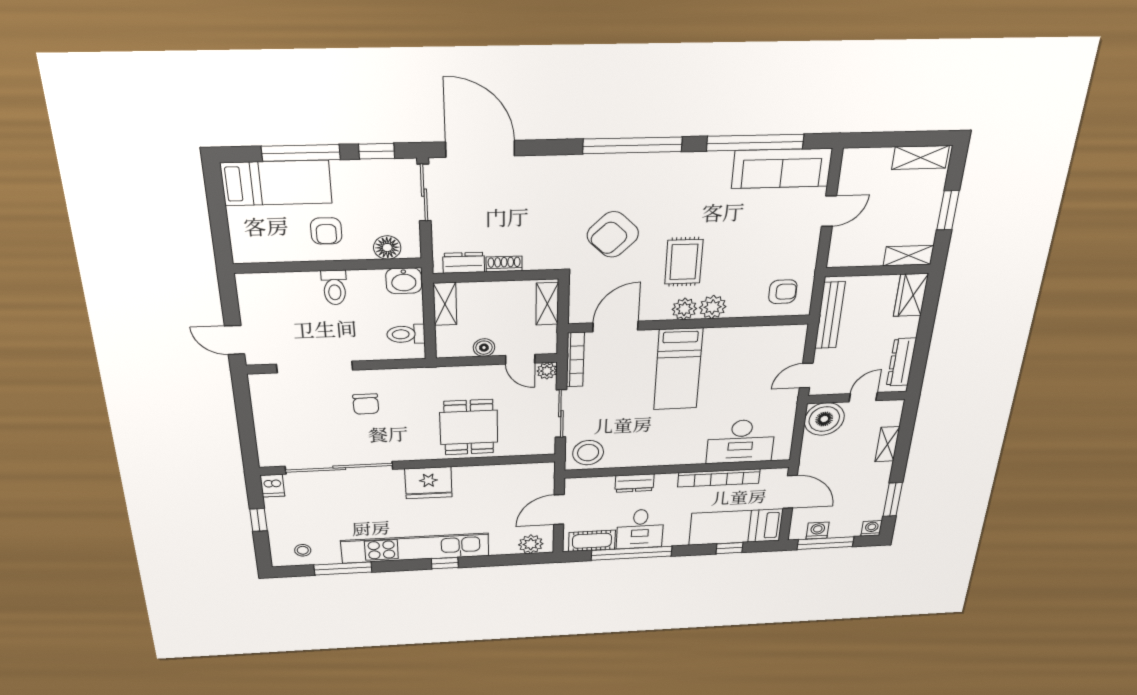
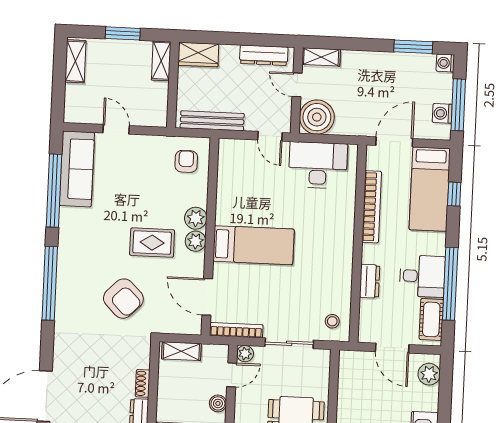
desk: (741, 442) -> (318, 165), moved, turned -90
shelving: (887, 444) -> (321, 57), moved
stool: (588, 453) -> (332, 321), width x0.53, depth x0.53

